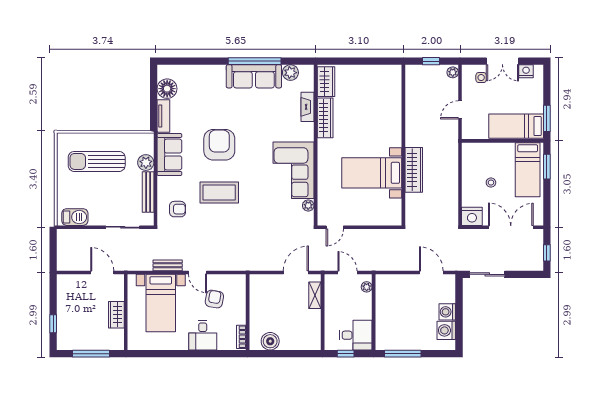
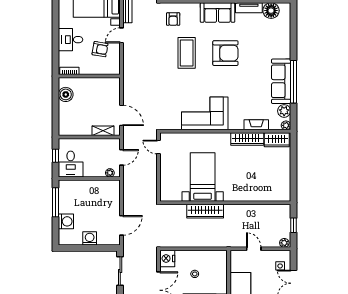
plant: (308, 205) -> (286, 125), moved
washing machine: (446, 330) -> (66, 221), moved, turned 90

